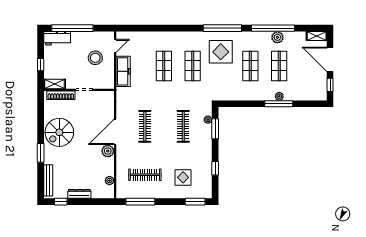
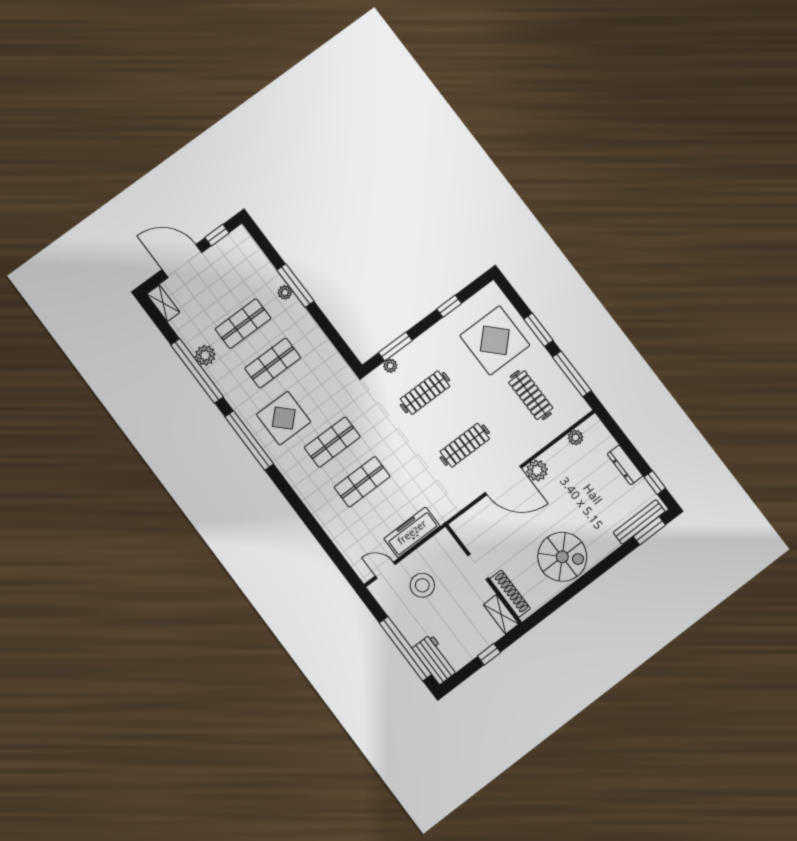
door: (330, 59) -> (182, 261), swing flipped
window: (41, 153) -> (649, 531), moved
display table: (183, 177) -> (495, 340), width x1.86, depth x1.86
window: (195, 202) -> (538, 330), moved

